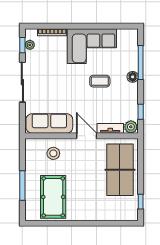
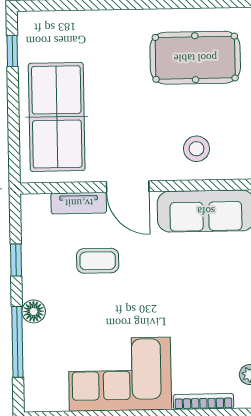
coffee table: (100, 81) -> (98, 261), moved
window: (141, 112) -> (16, 260), moved
plant: (131, 127) -> (36, 207), removed
pool table: (53, 197) -> (195, 58), turned 90

